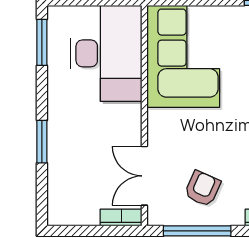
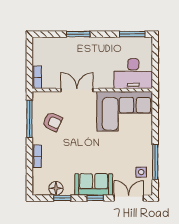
desk: (106, 53) -> (133, 74), width x0.73, depth x0.77
double door: (144, 176) -> (77, 90), moved

